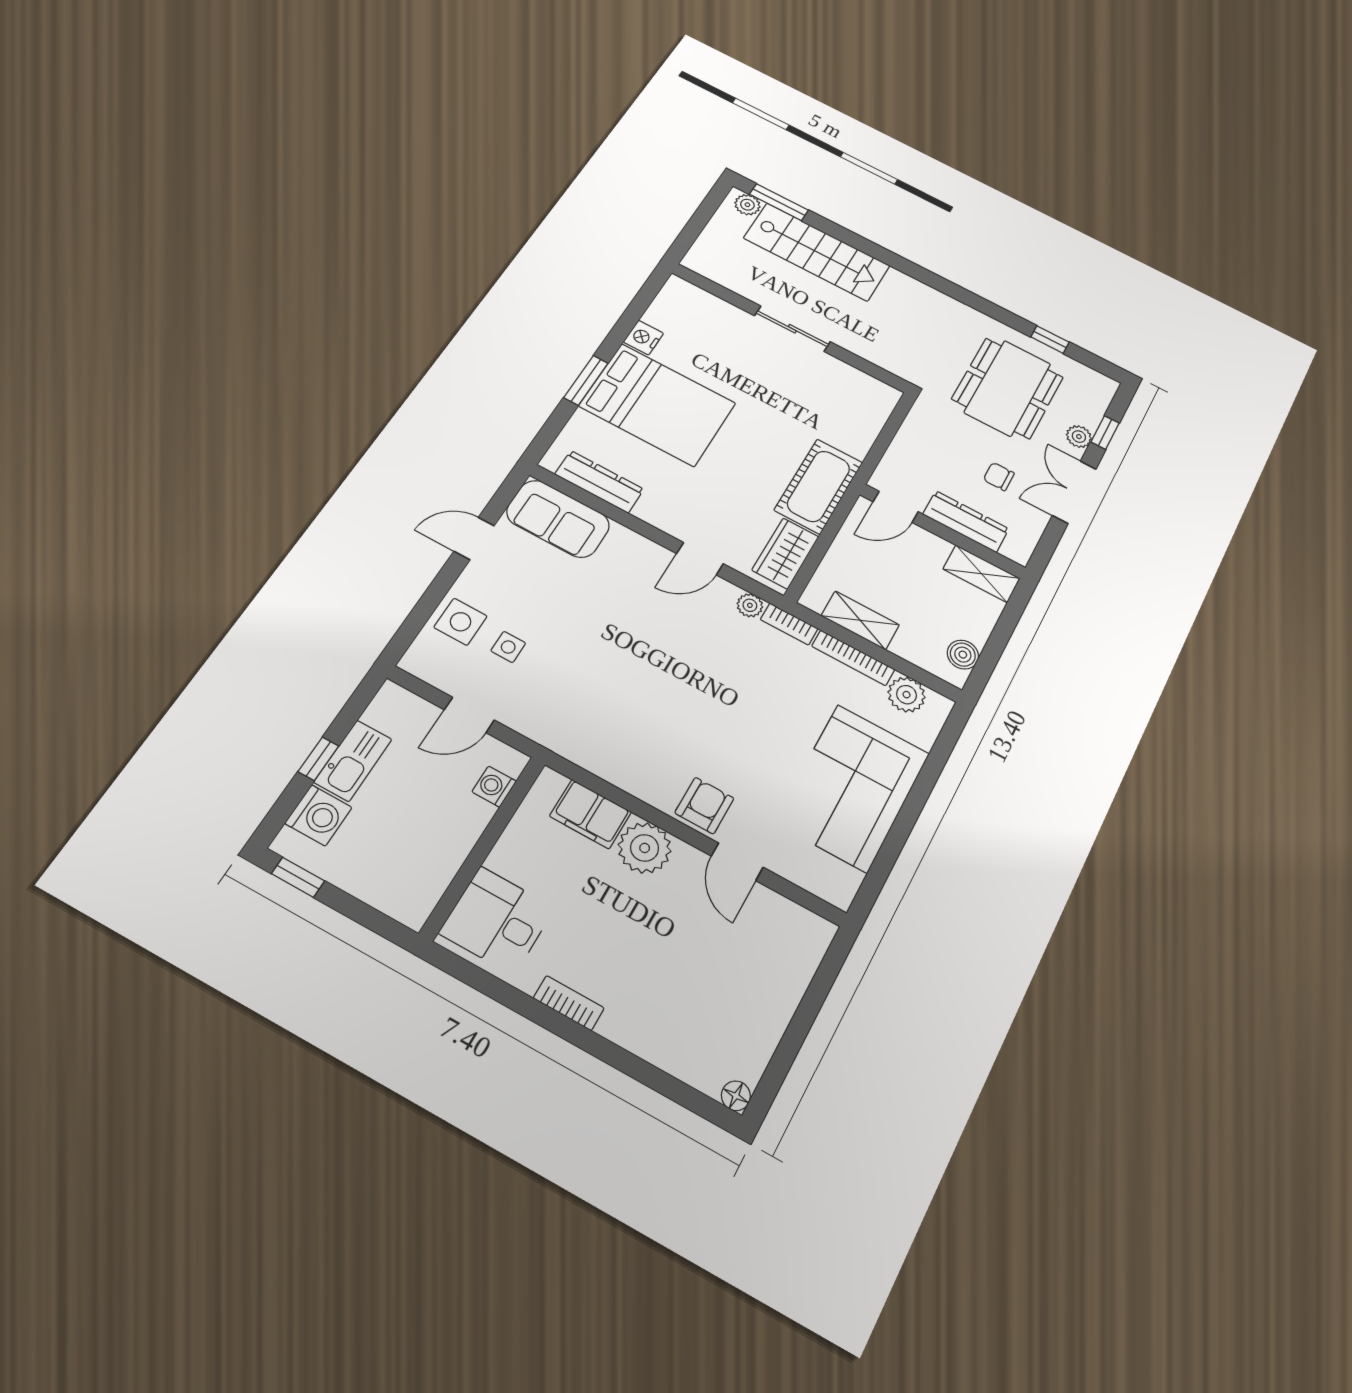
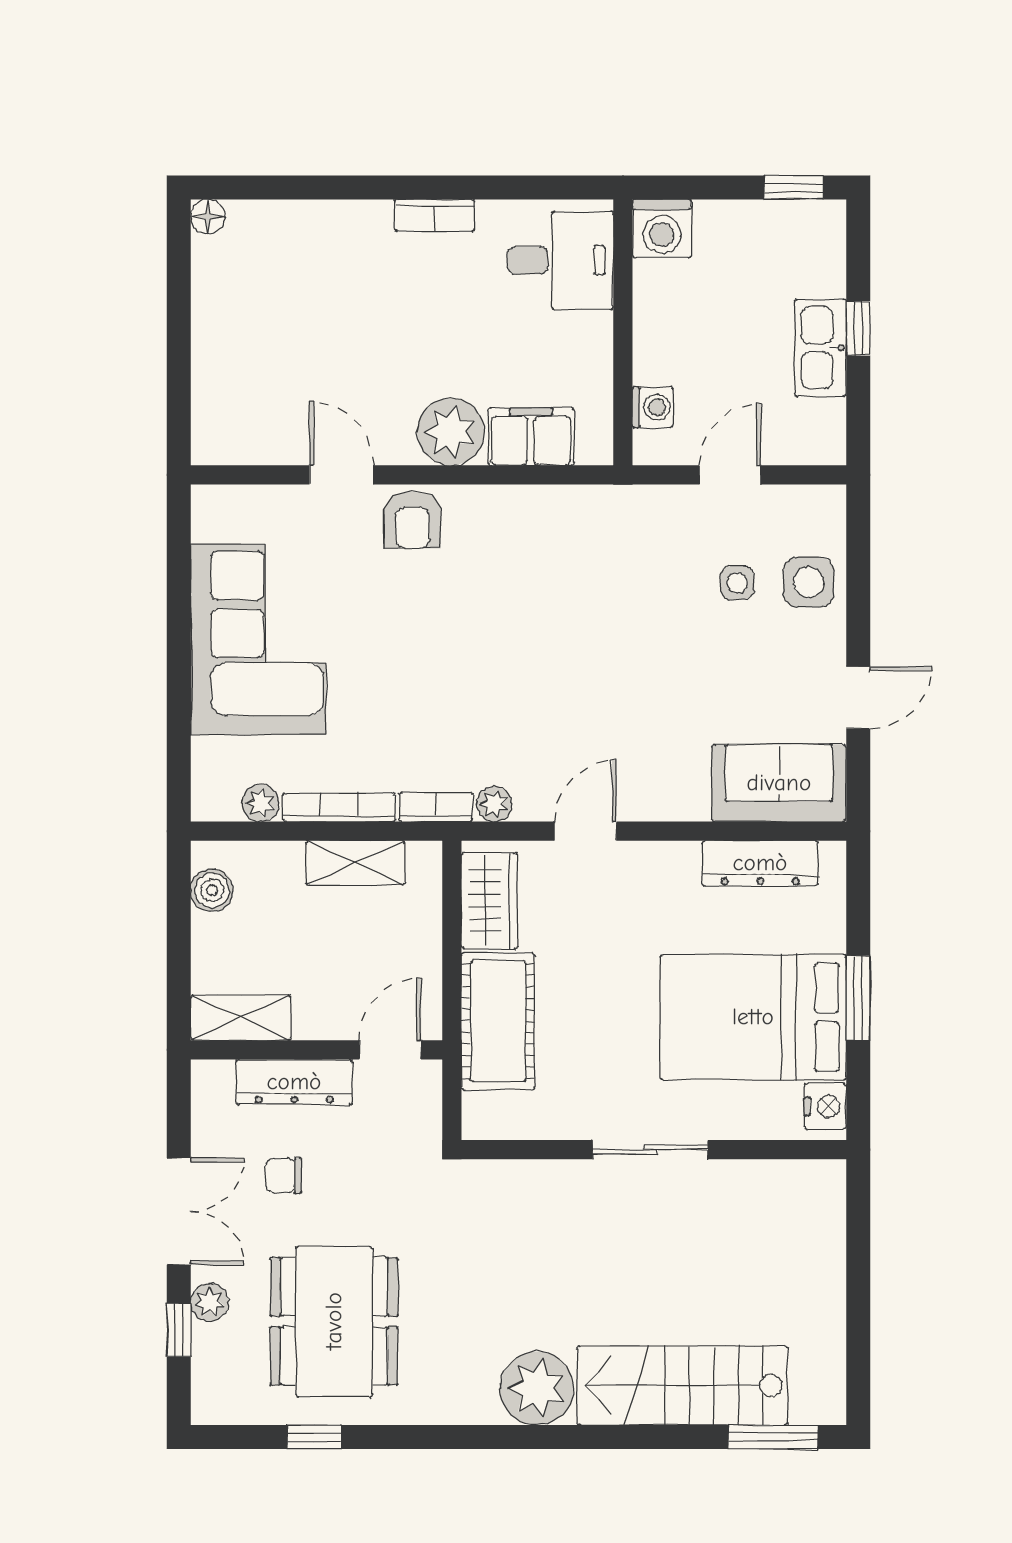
plant: (747, 205) -> (537, 1388), moved, width x1.87, depth x1.87
wall: (790, 328) -> (654, 1150), moved
sliding door: (792, 329) -> (650, 1150), moved
chair: (999, 476) -> (284, 1175), turned 180
plant: (907, 695) -> (260, 803), width x0.73, depth x0.73
washing machine: (318, 815) -> (662, 229), moved, turned -90

